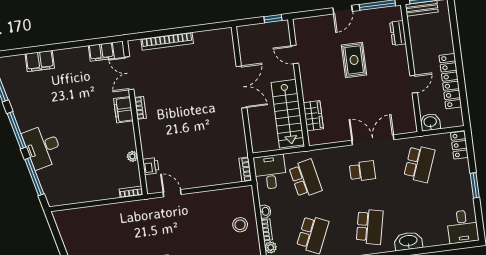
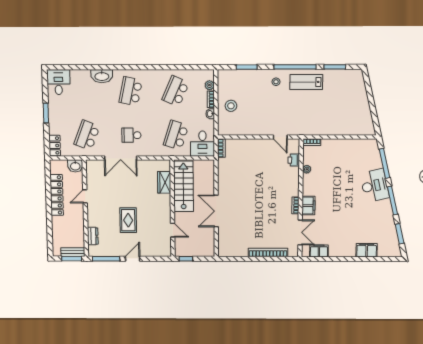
school desk: (305, 179) -> (176, 135), turned 30

